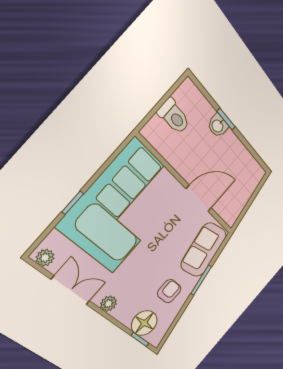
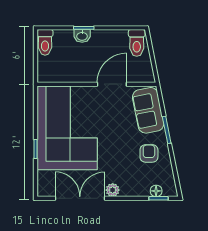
toilet: (174, 117) -> (45, 42), moved, turned 90
toilet: (250, 178) -> (137, 43), added
plant: (45, 258) -> (47, 190), removed
double door: (71, 290) -> (80, 198), width x1.37
floor lamp: (144, 323) -> (156, 191), width x0.53, depth x0.53

